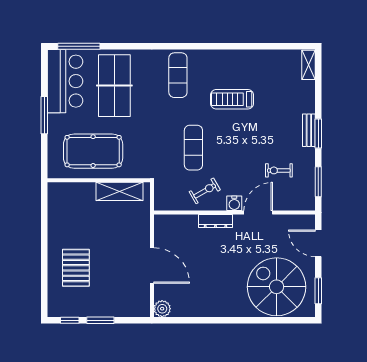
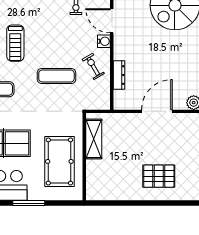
dresser: (216, 221) -> (119, 75), moved

